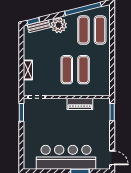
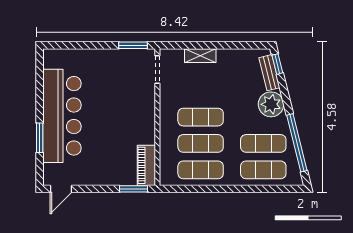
exercise mat: (100, 70) -> (201, 170), added
piano: (80, 104) -> (146, 165), moved

